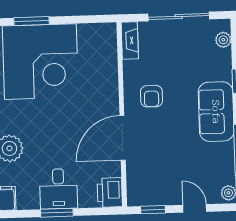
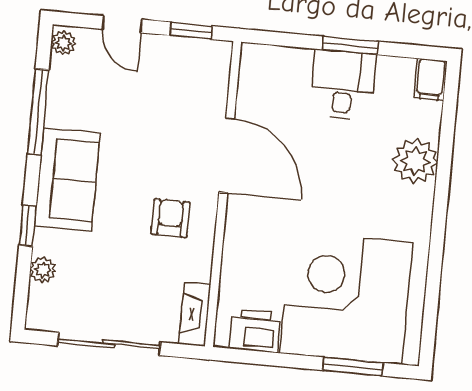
plant: (223, 40) -> (43, 270), moved
door: (123, 138) -> (227, 155), hinge flipped
printer: (110, 192) -> (255, 331), moved, turned -90

